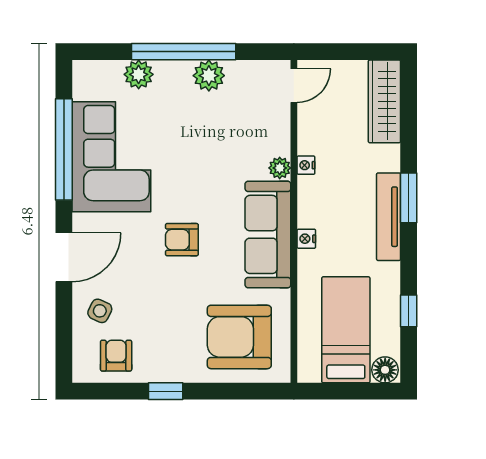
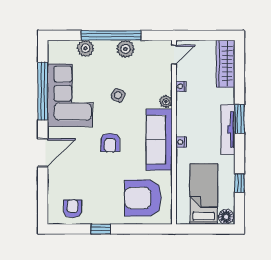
nightstand: (306, 165) -> (181, 86), moved
armchair: (182, 240) -> (110, 143), turned -90
side table: (100, 311) -> (118, 95), moved

